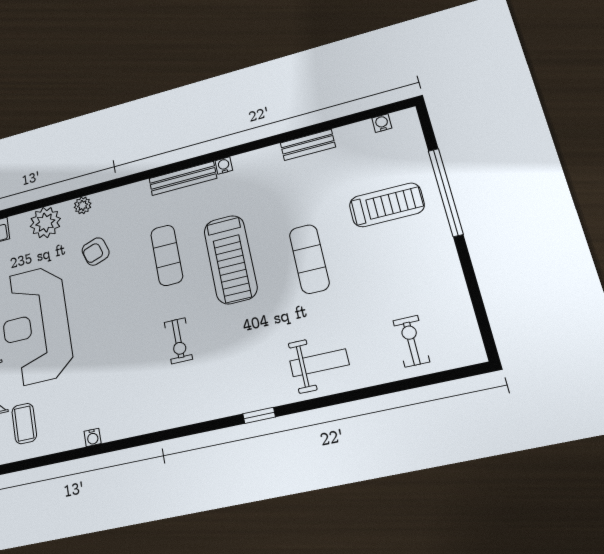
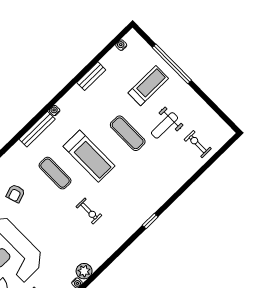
weight bench: (319, 363) -> (165, 125), moved, turned 180
plant: (114, 427) -> (84, 271), added

